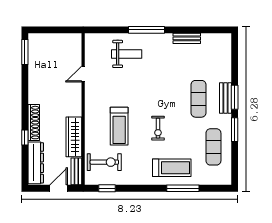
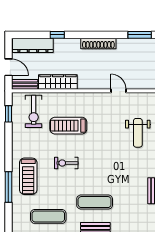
shoe rack: (34, 123) -> (98, 43), moved

